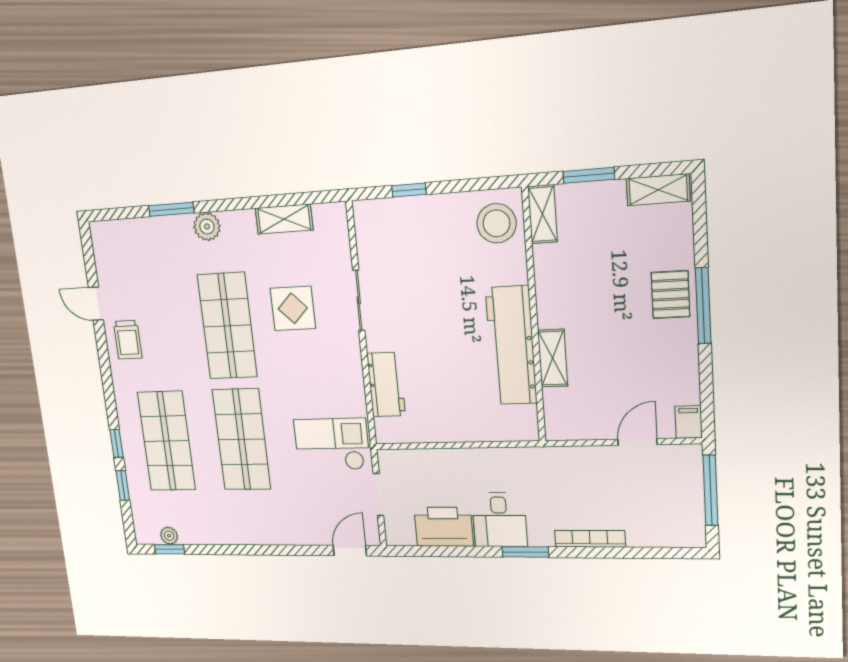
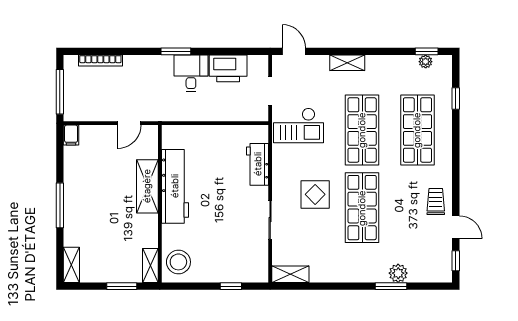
shelving: (658, 190) -> (71, 265), moved, turned 90
shelving: (284, 219) -> (290, 274), moved
plant: (207, 227) -> (398, 273), moved
pallet: (670, 295) -> (78, 213), removed
display table: (293, 308) -> (315, 194), moved
shelving: (553, 358) -> (147, 186), width x1.50, depth x1.33
door: (637, 442) -> (129, 123), moved
window: (116, 443) -> (456, 261), moved
shelving: (274, 534) -> (347, 63), added
bookcase: (590, 539) -> (100, 61), moved
door: (350, 551) -> (294, 51), swing flipped

